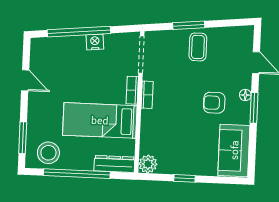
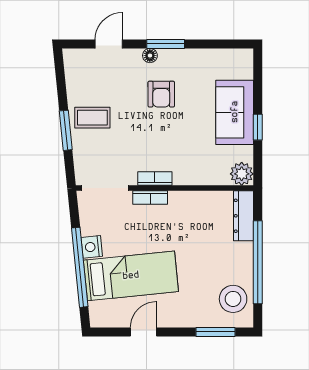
bed: (100, 120) -> (131, 276), moved, turned -96
sofa: (234, 150) -> (235, 112), moved, turned 90

